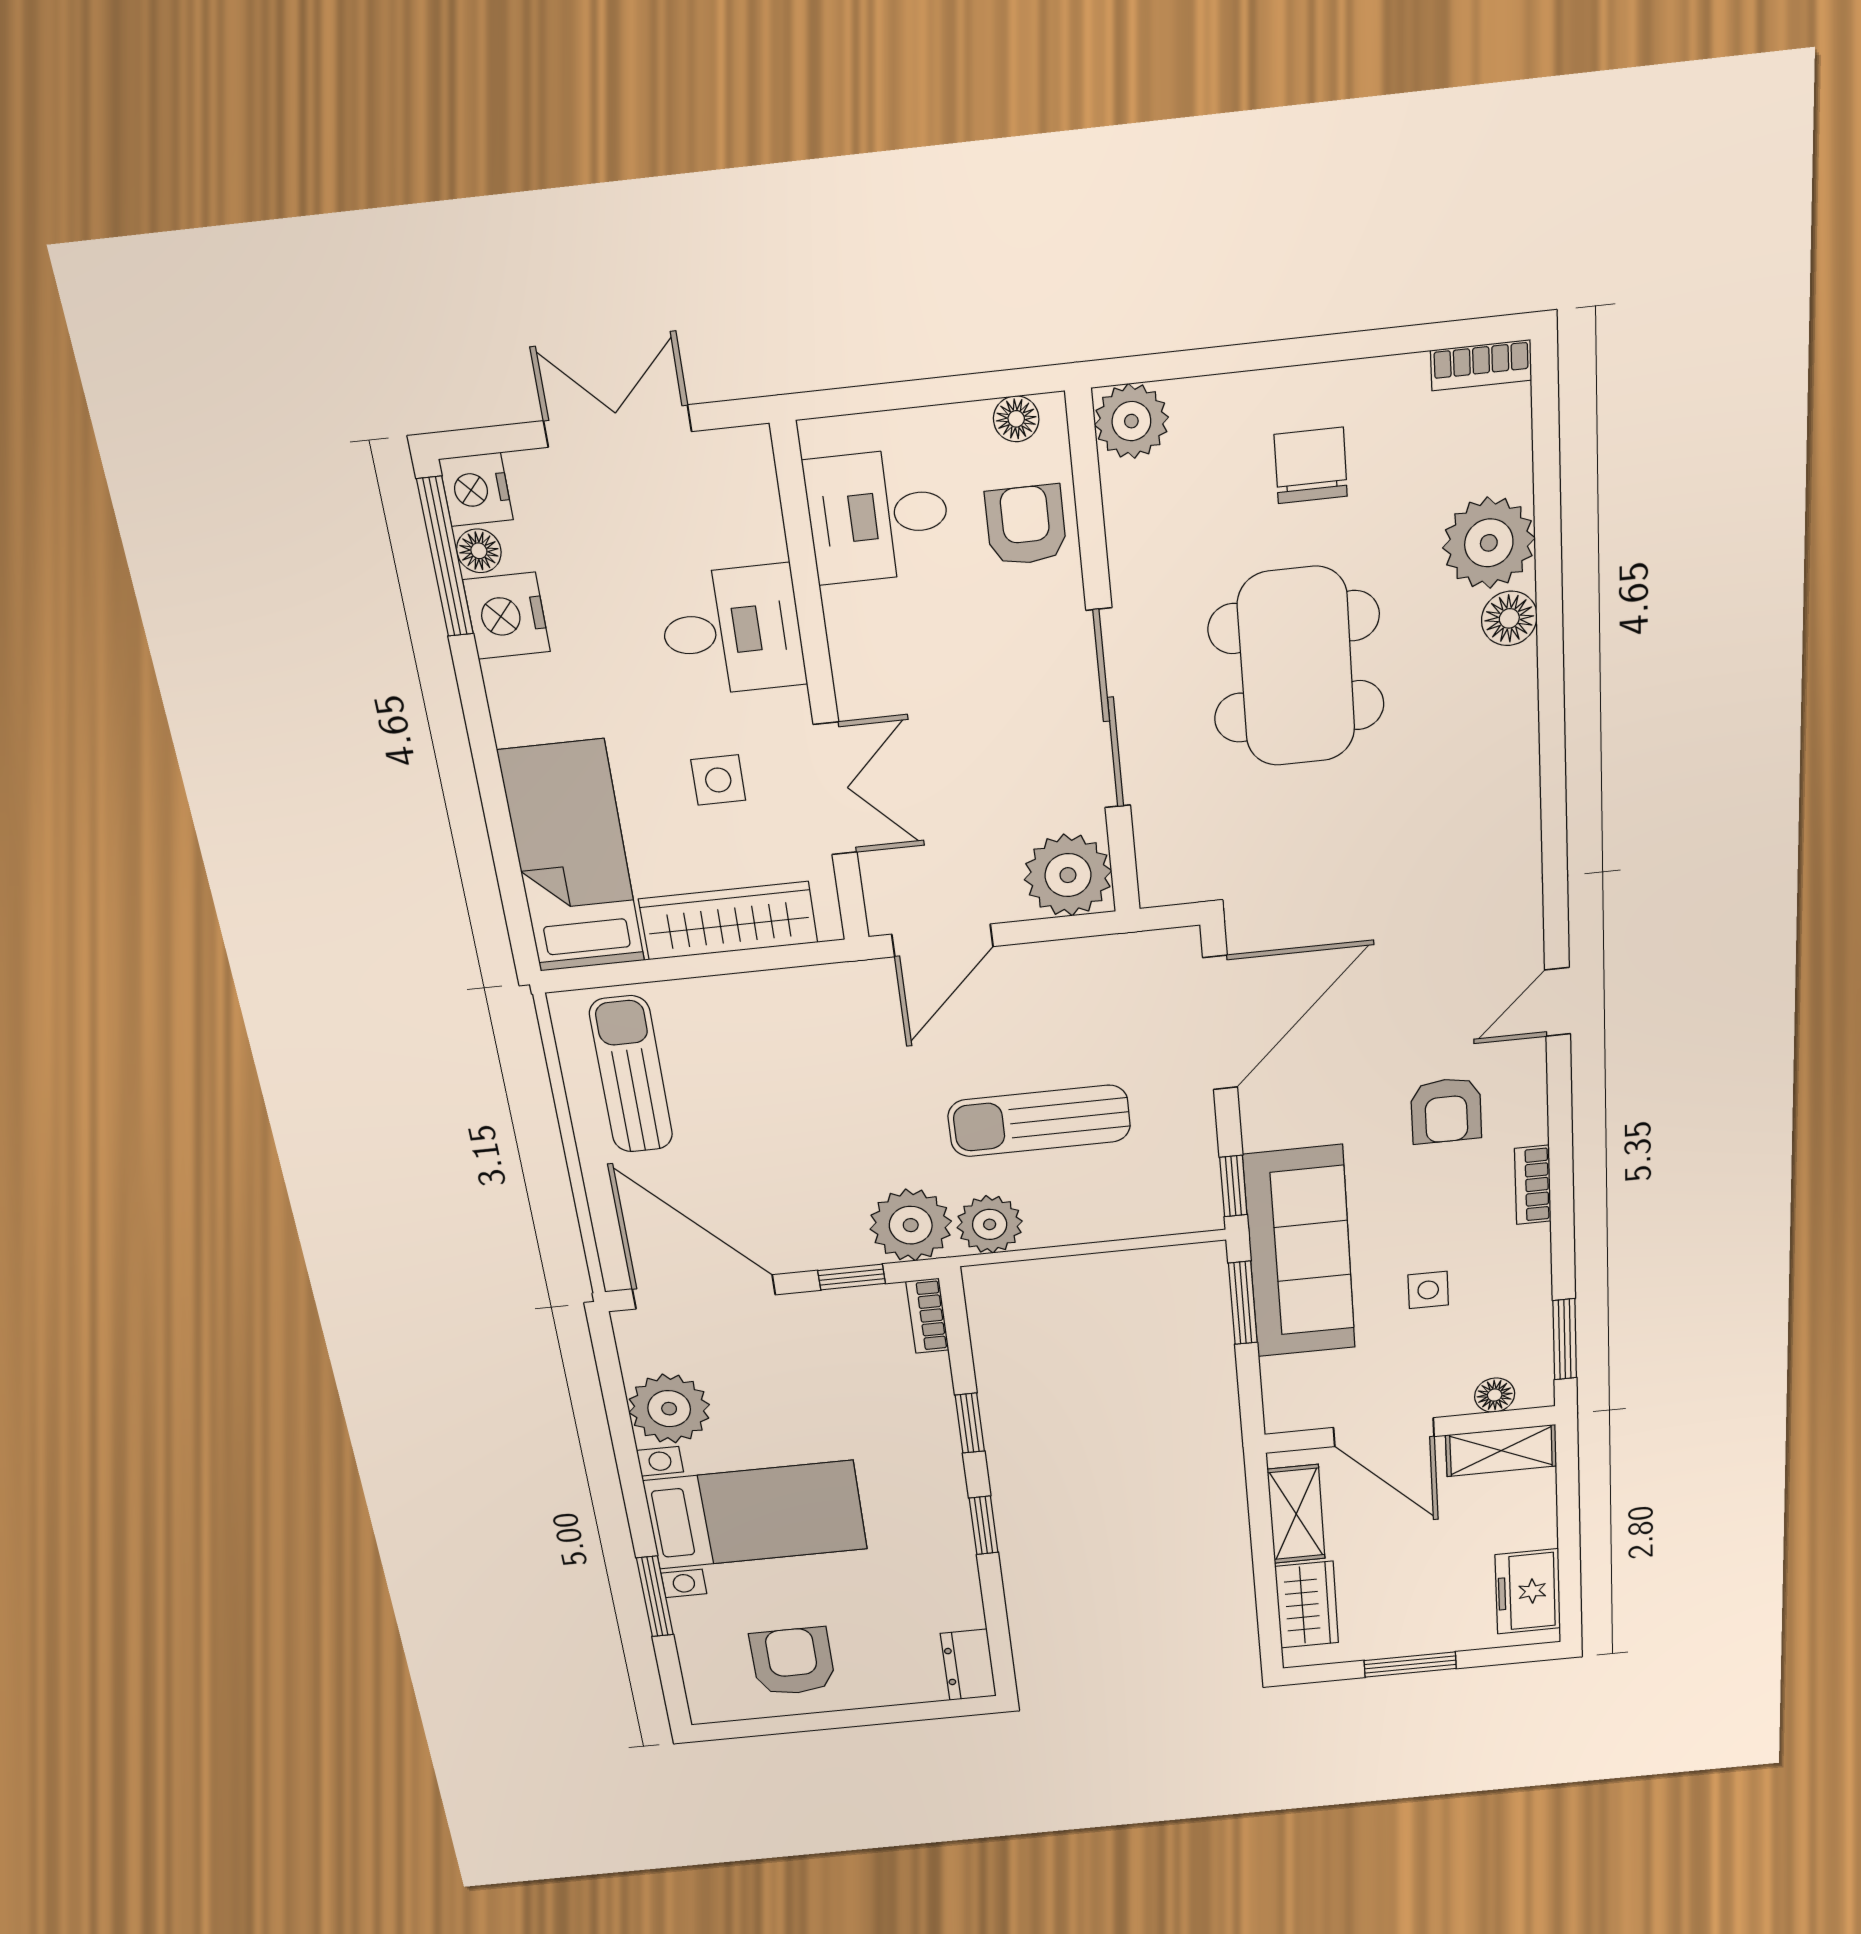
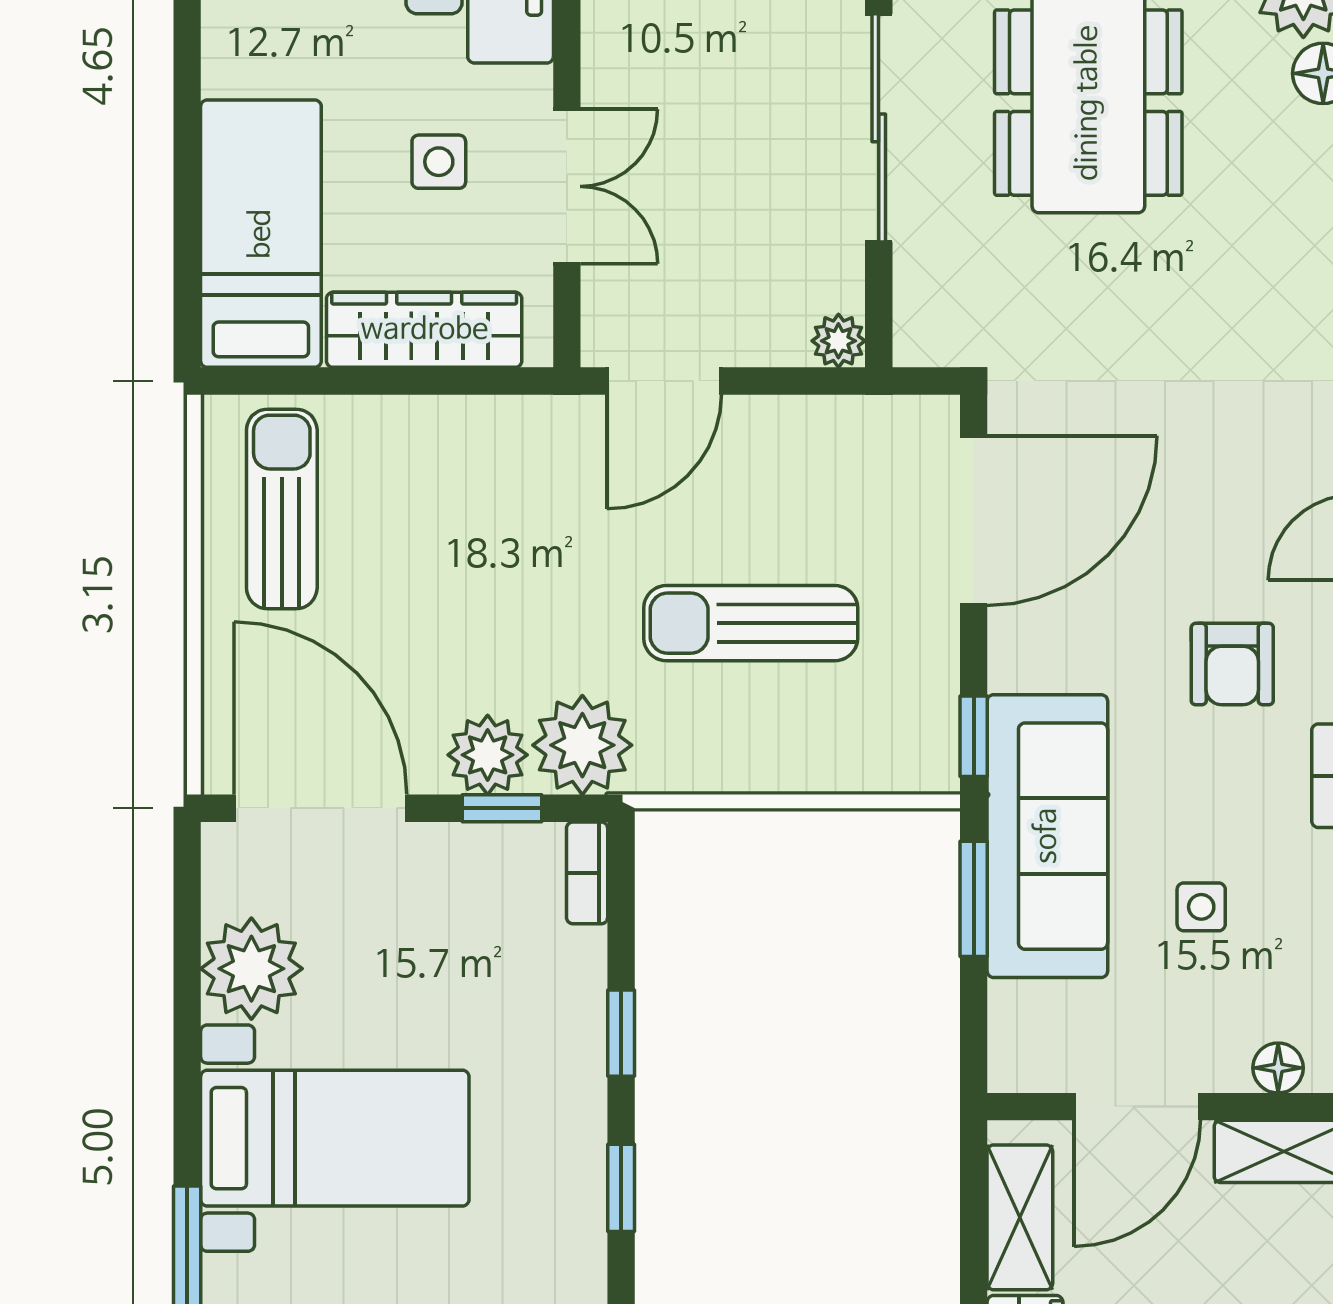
plant: (1068, 875) -> (838, 341), width x0.53, depth x0.53
plant: (990, 1224) -> (488, 755), moved
door: (1384, 1432) -> (1137, 1107), hinge flipped

